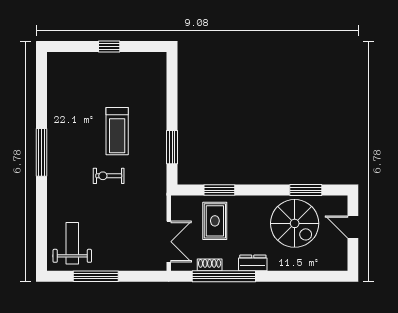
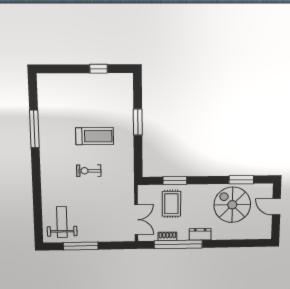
window: (109, 46) -> (99, 69), moved
treadmill: (117, 131) -> (95, 136), turned -90
window: (172, 147) -> (138, 122), moved
window: (42, 152) -> (34, 129), moved
spiral stairs: (295, 223) -> (232, 205), turned 180

